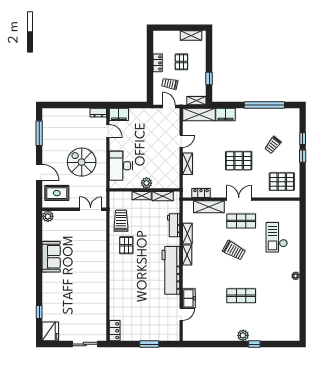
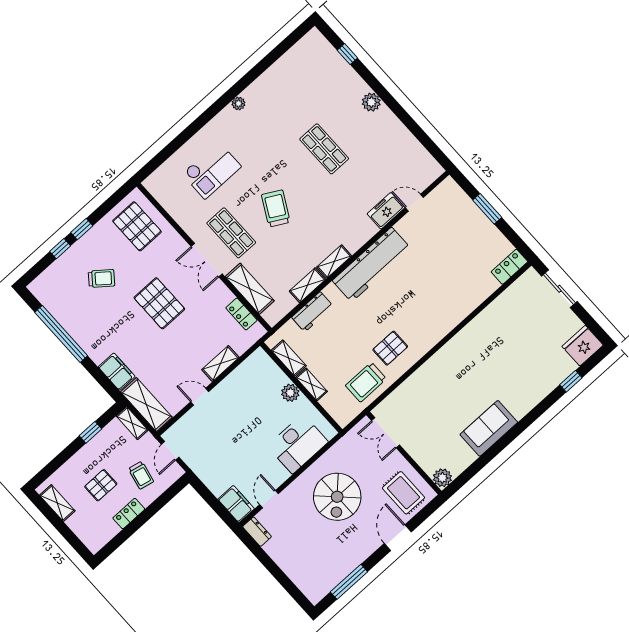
window: (254, 344) -> (347, 54), moved

